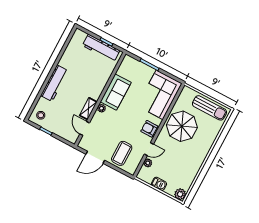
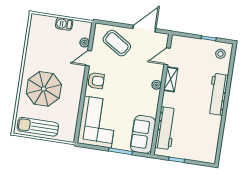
workbench: (101, 48) -> (166, 128), moved, turned 90
sofa: (116, 92) -> (143, 134), moved
parasol: (182, 126) -> (44, 89), moved
door: (85, 128) -> (167, 56), swing flipped
coffee table: (122, 153) -> (117, 43), turned -58
plant: (180, 194) -> (37, 21), removed

